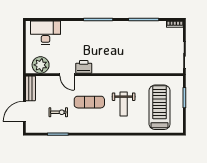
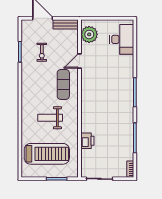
printer: (84, 67) -> (87, 141), moved
exercise mat: (89, 102) -> (63, 84), moved

